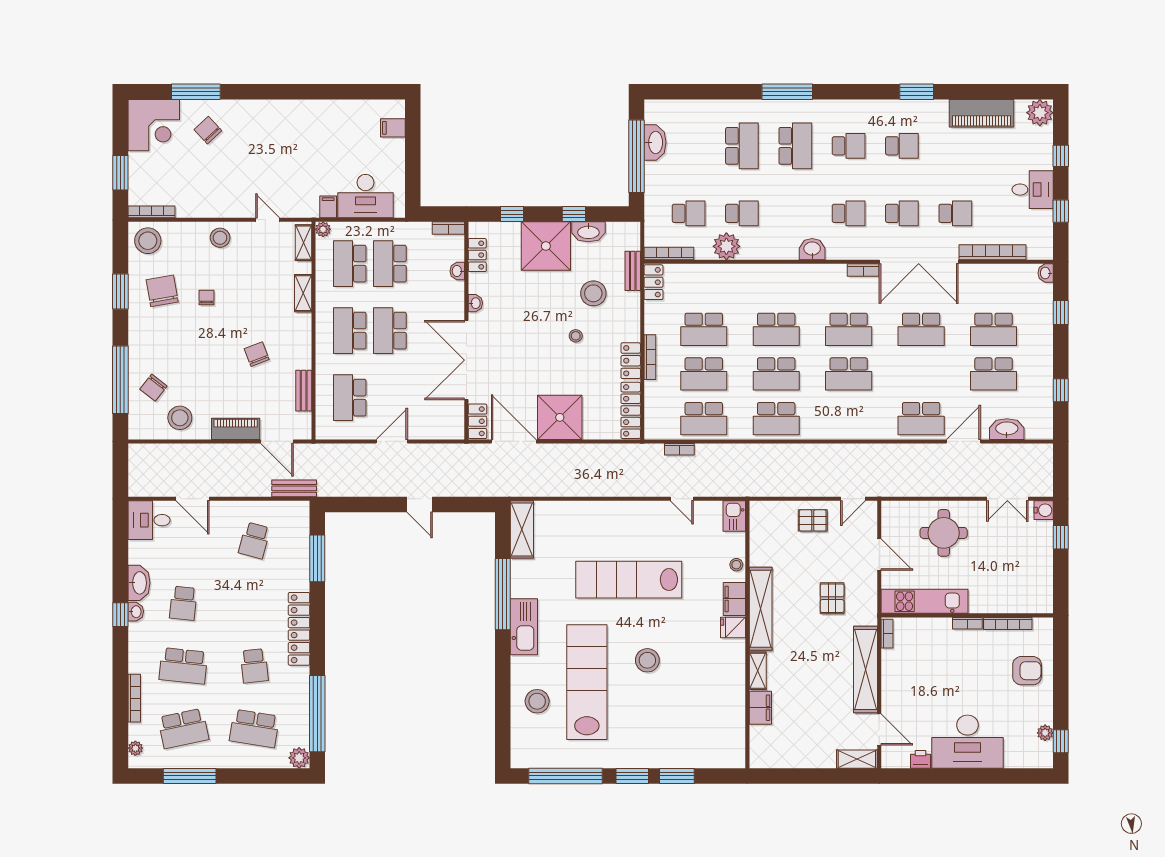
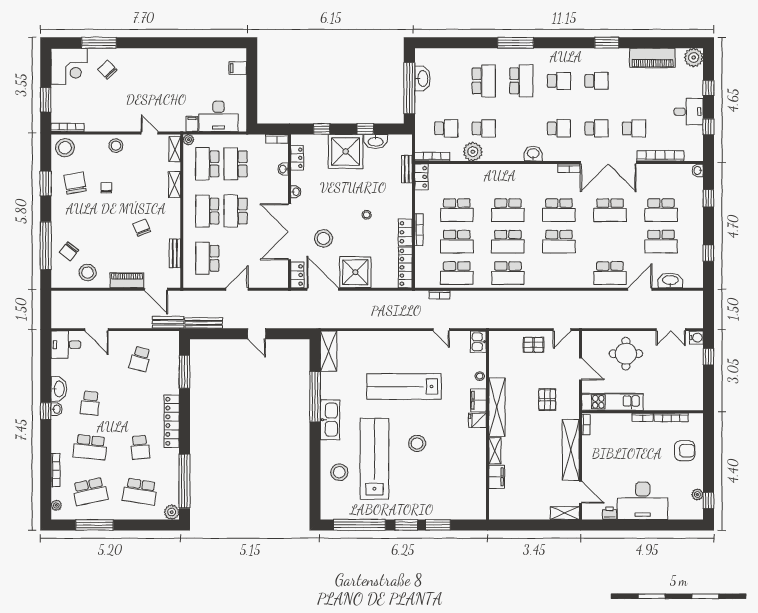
stool: (593, 293) -> (323, 238), moved
bench: (345, 489) -> (204, 323), added

